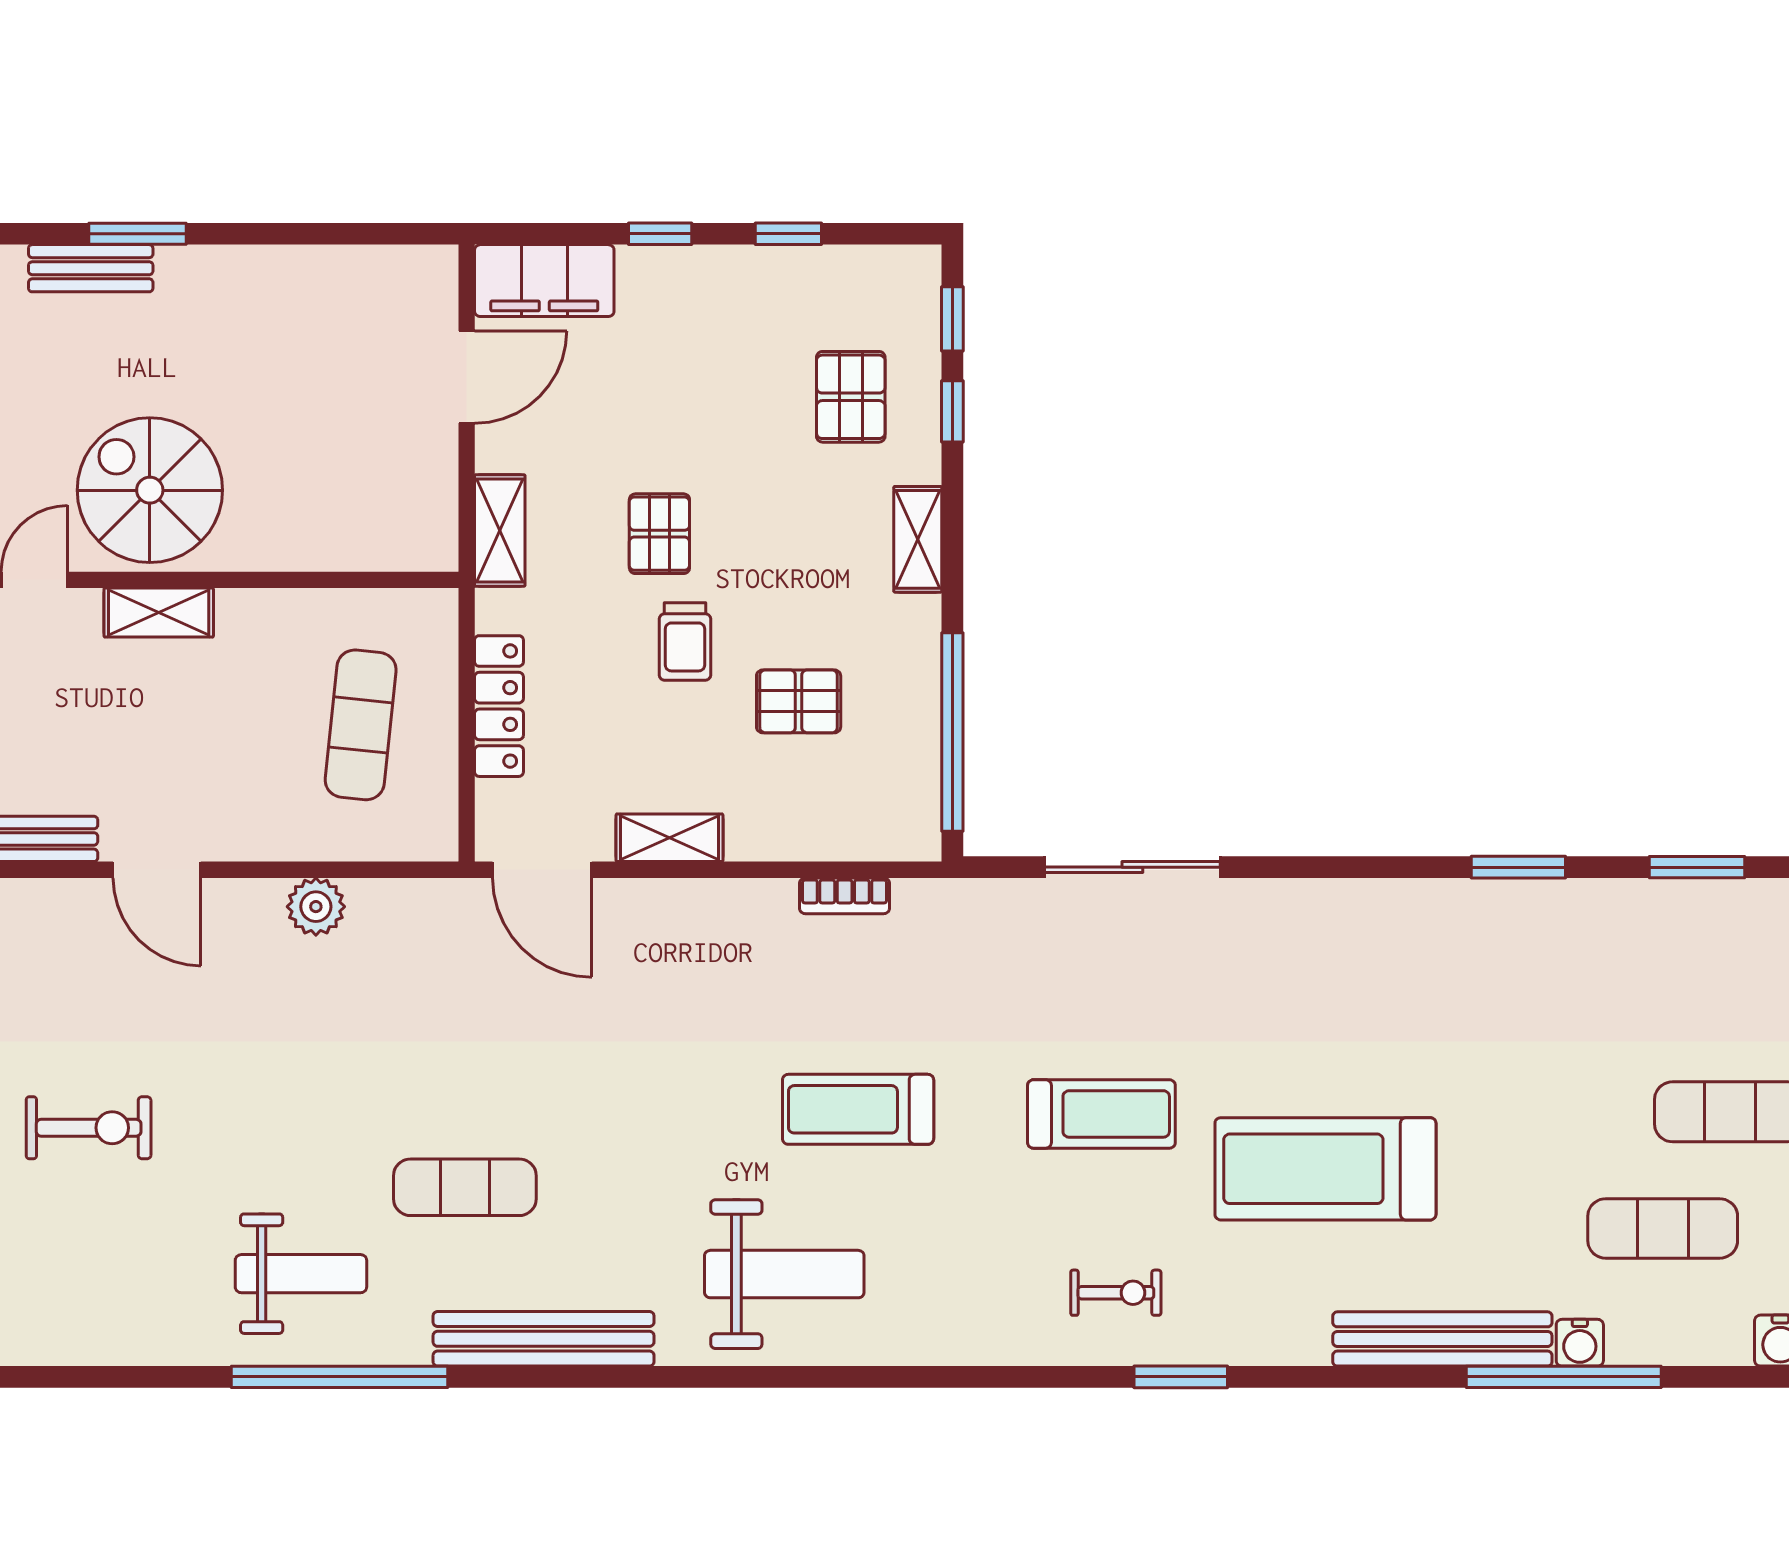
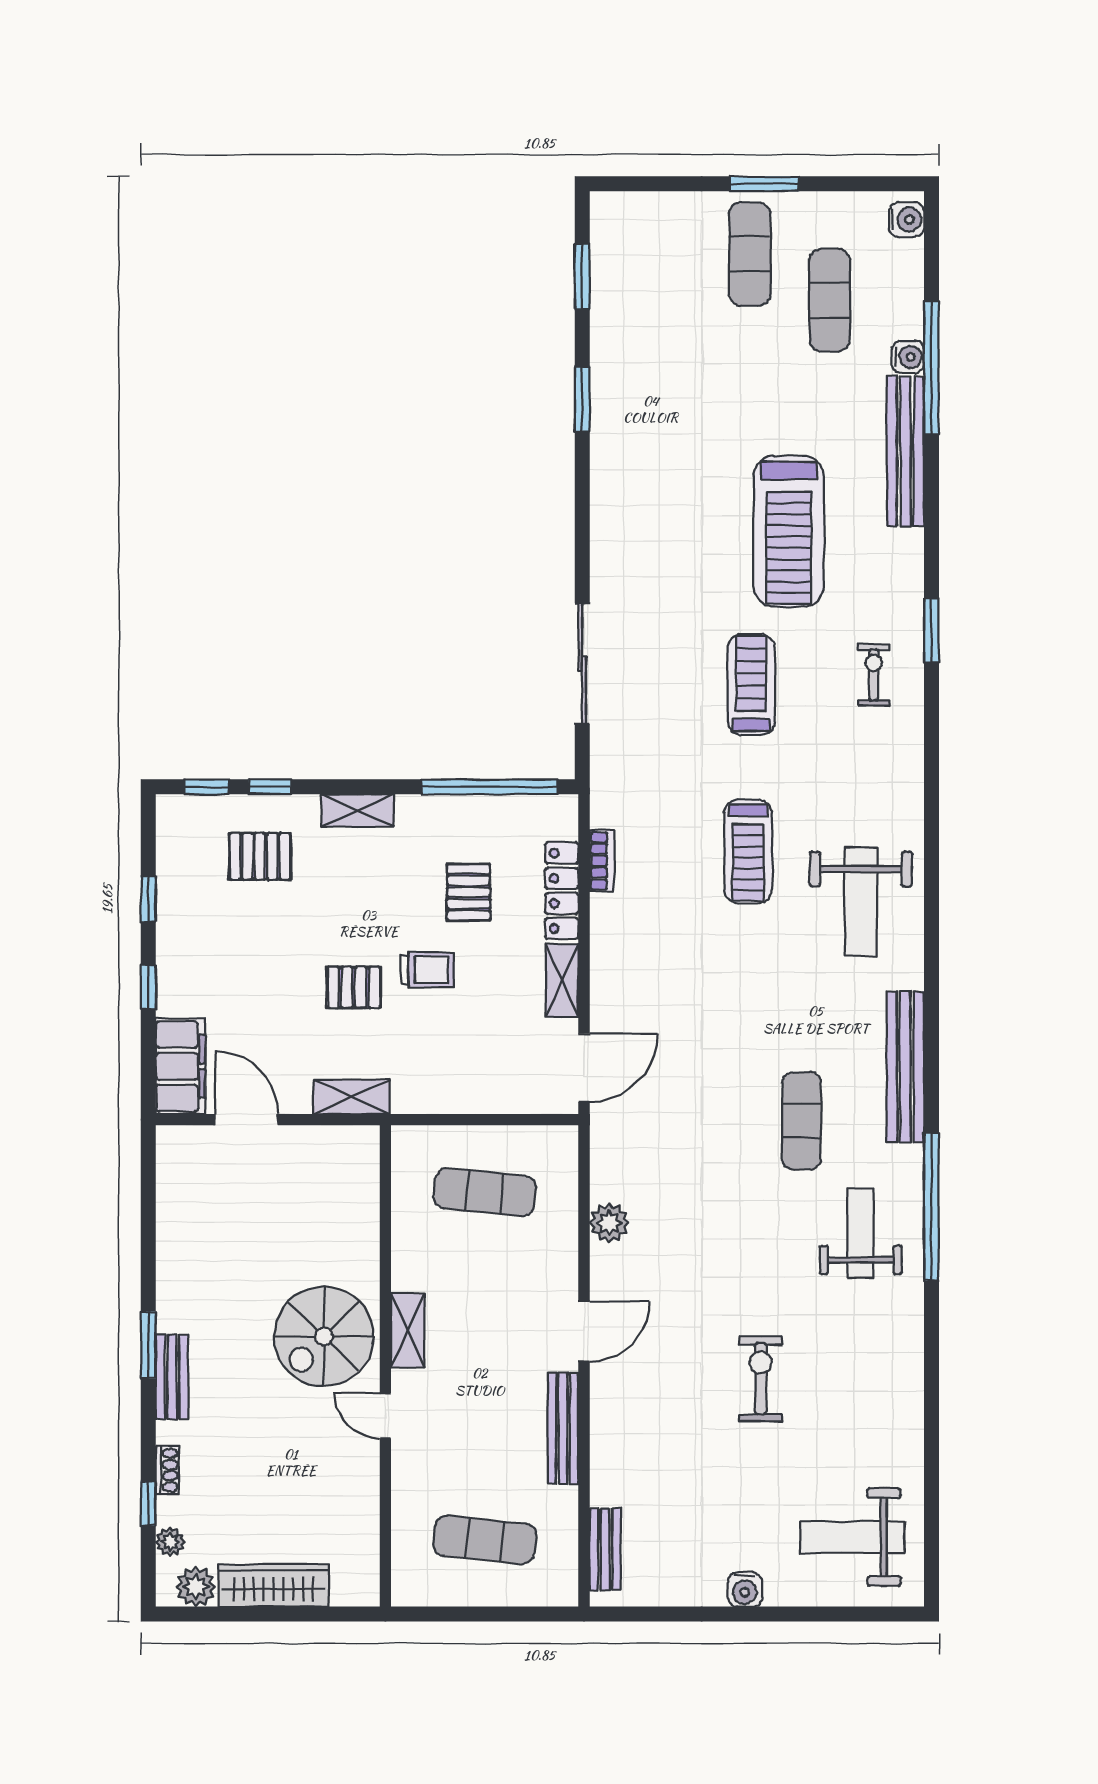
locker: (499, 706) -> (562, 891), moved, turned -90
weight bench: (784, 1274) -> (861, 902), turned 180

